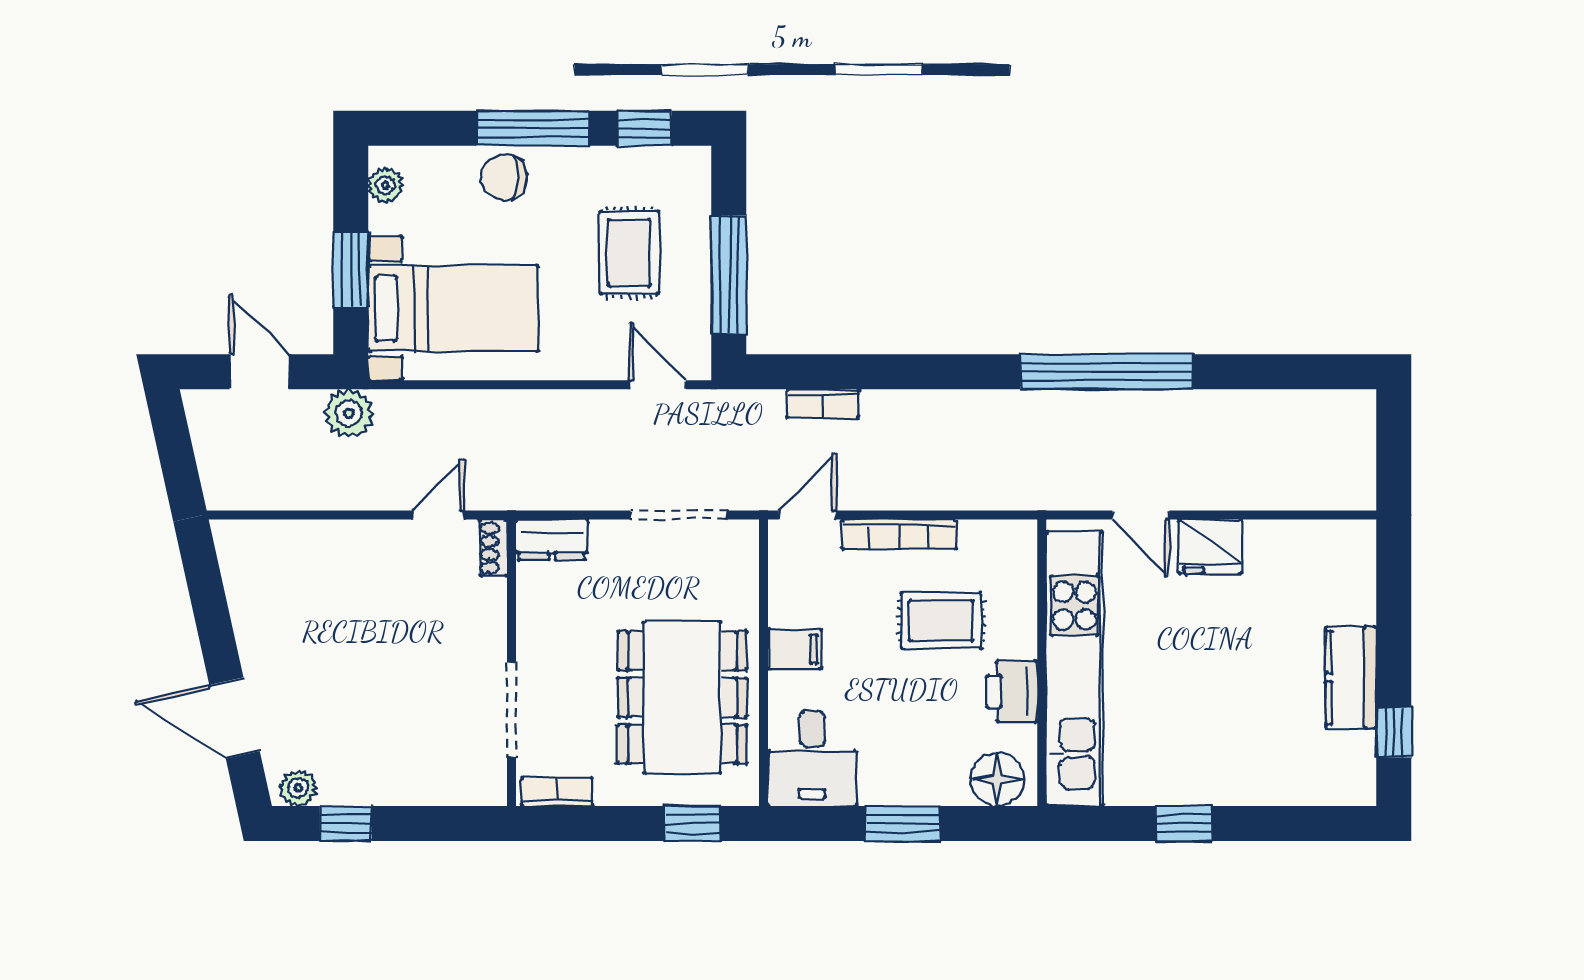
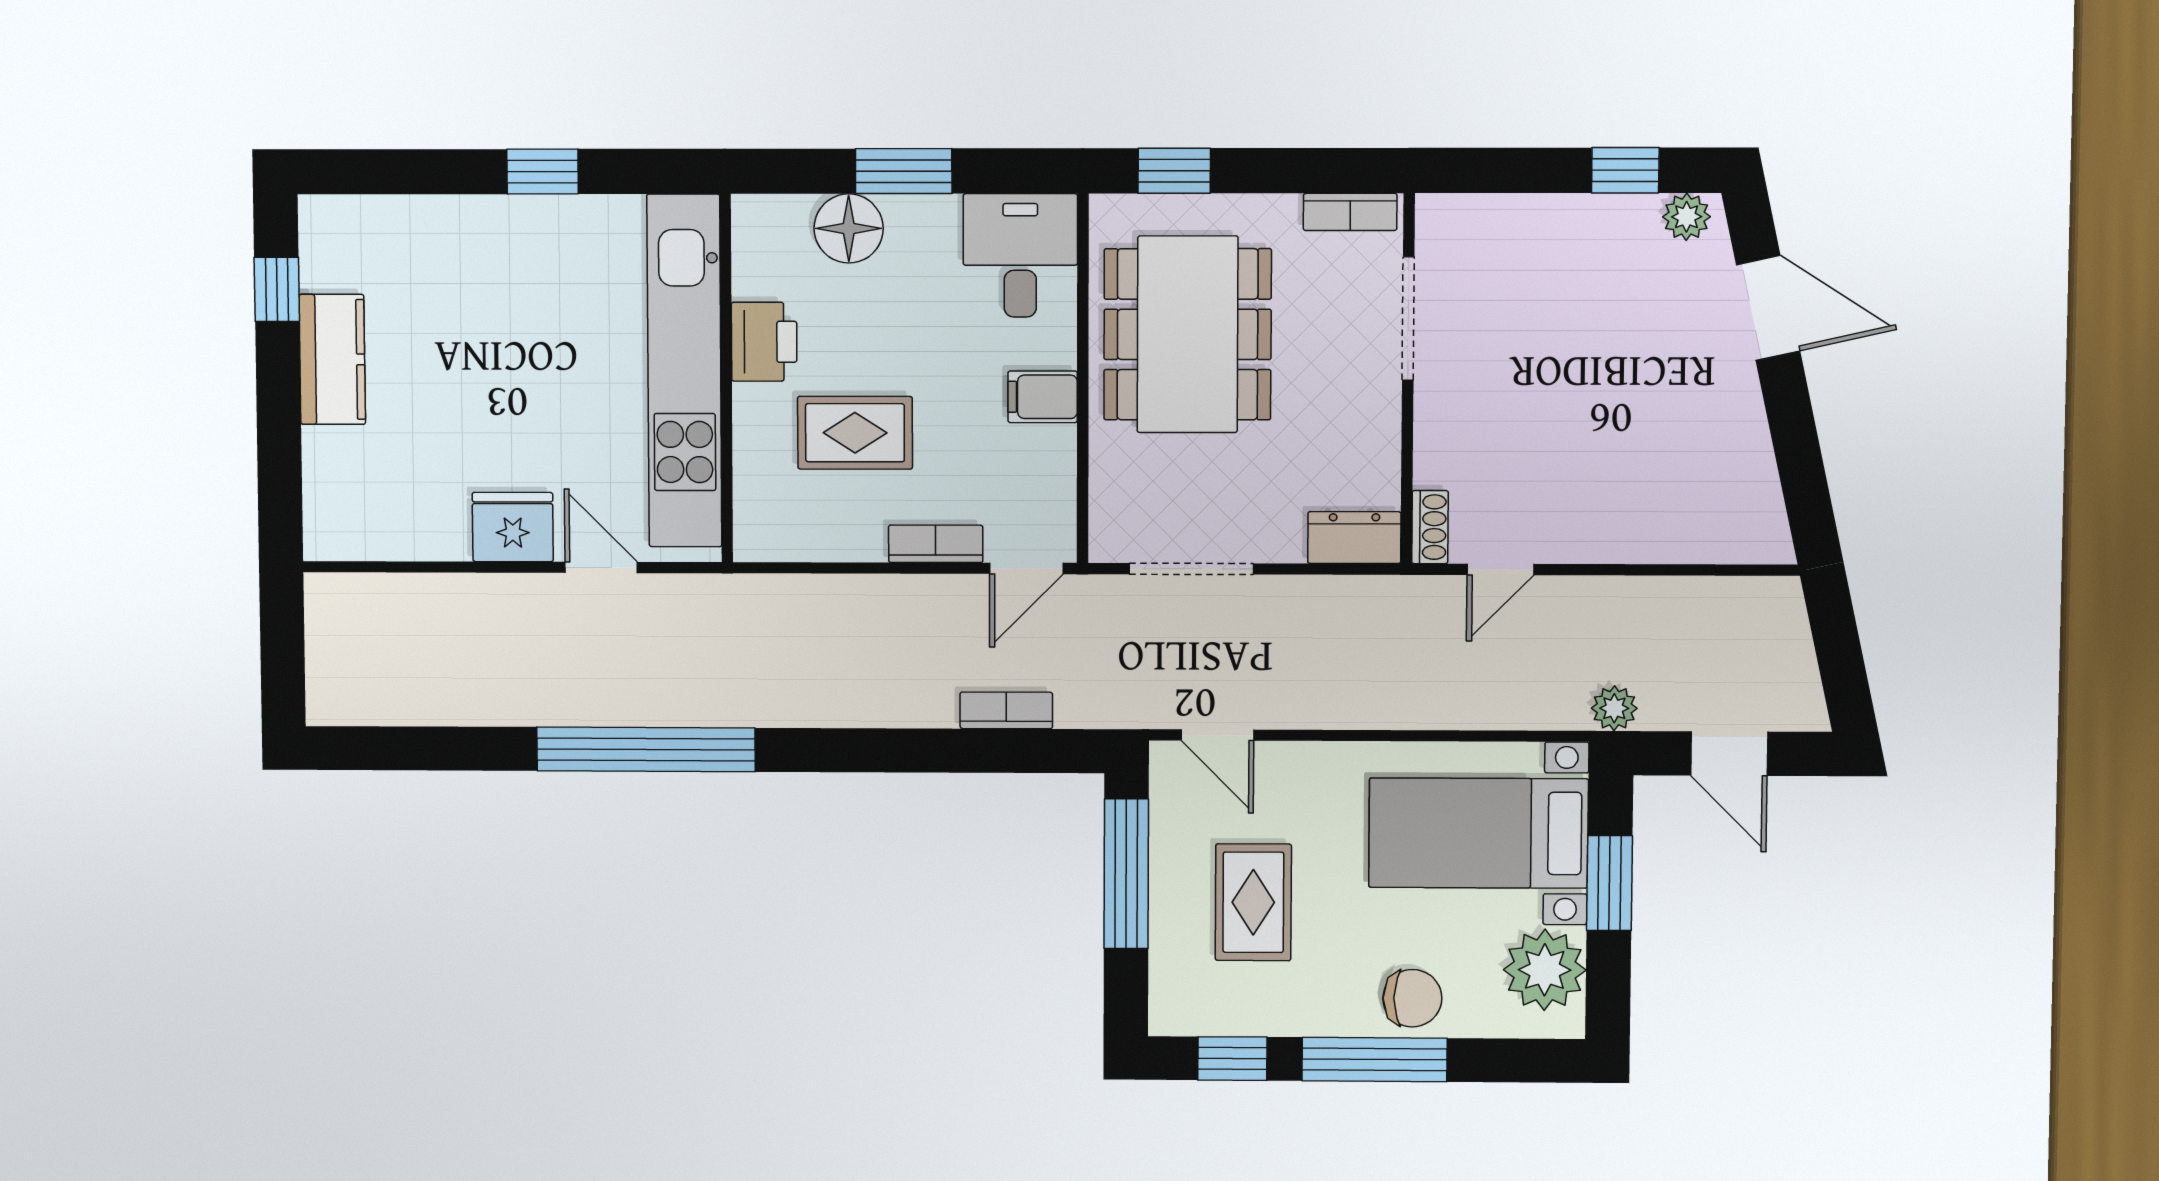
plant: (385, 185) -> (1545, 970), width x1.88, depth x1.88
plant: (349, 414) -> (1614, 708), width x0.73, depth x0.73
bookcase: (899, 534) -> (936, 544), width x0.64
floor lamp: (997, 779) -> (849, 228), moved

